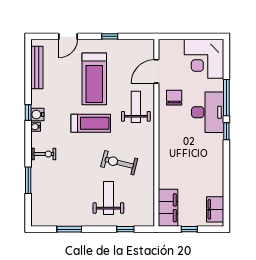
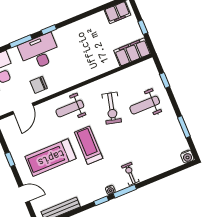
door: (156, 71) -> (23, 109), hinge flipped
treadmill: (94, 79) -> (51, 158), turned 180
window: (226, 98) -> (21, 41), width x0.69
weight bench: (136, 107) -> (70, 109), moved
water cooler: (37, 114) -> (187, 157), moved
window: (28, 180) -> (125, 191), moved

